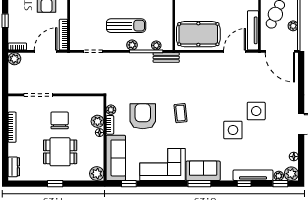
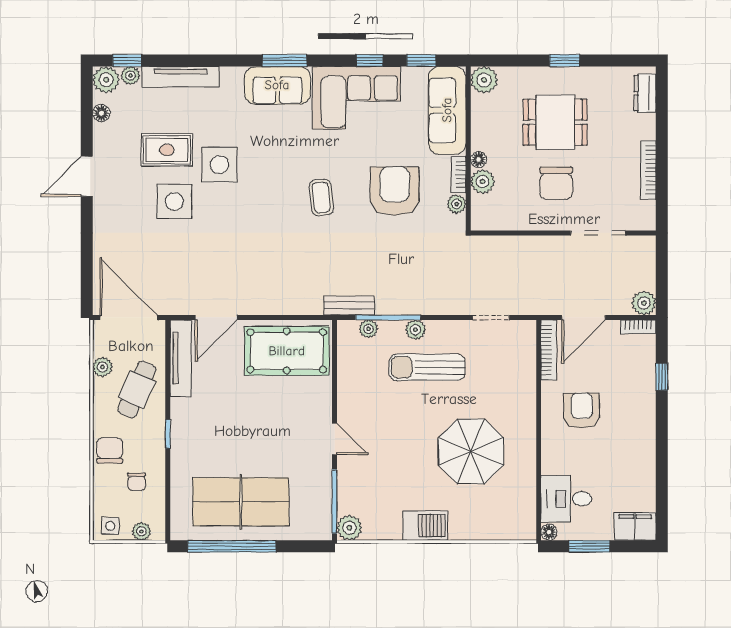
armchair: (143, 116) -> (395, 191), turned 180
rug: (260, 138) -> (167, 150), added
window: (244, 184) -> (370, 61), moved

